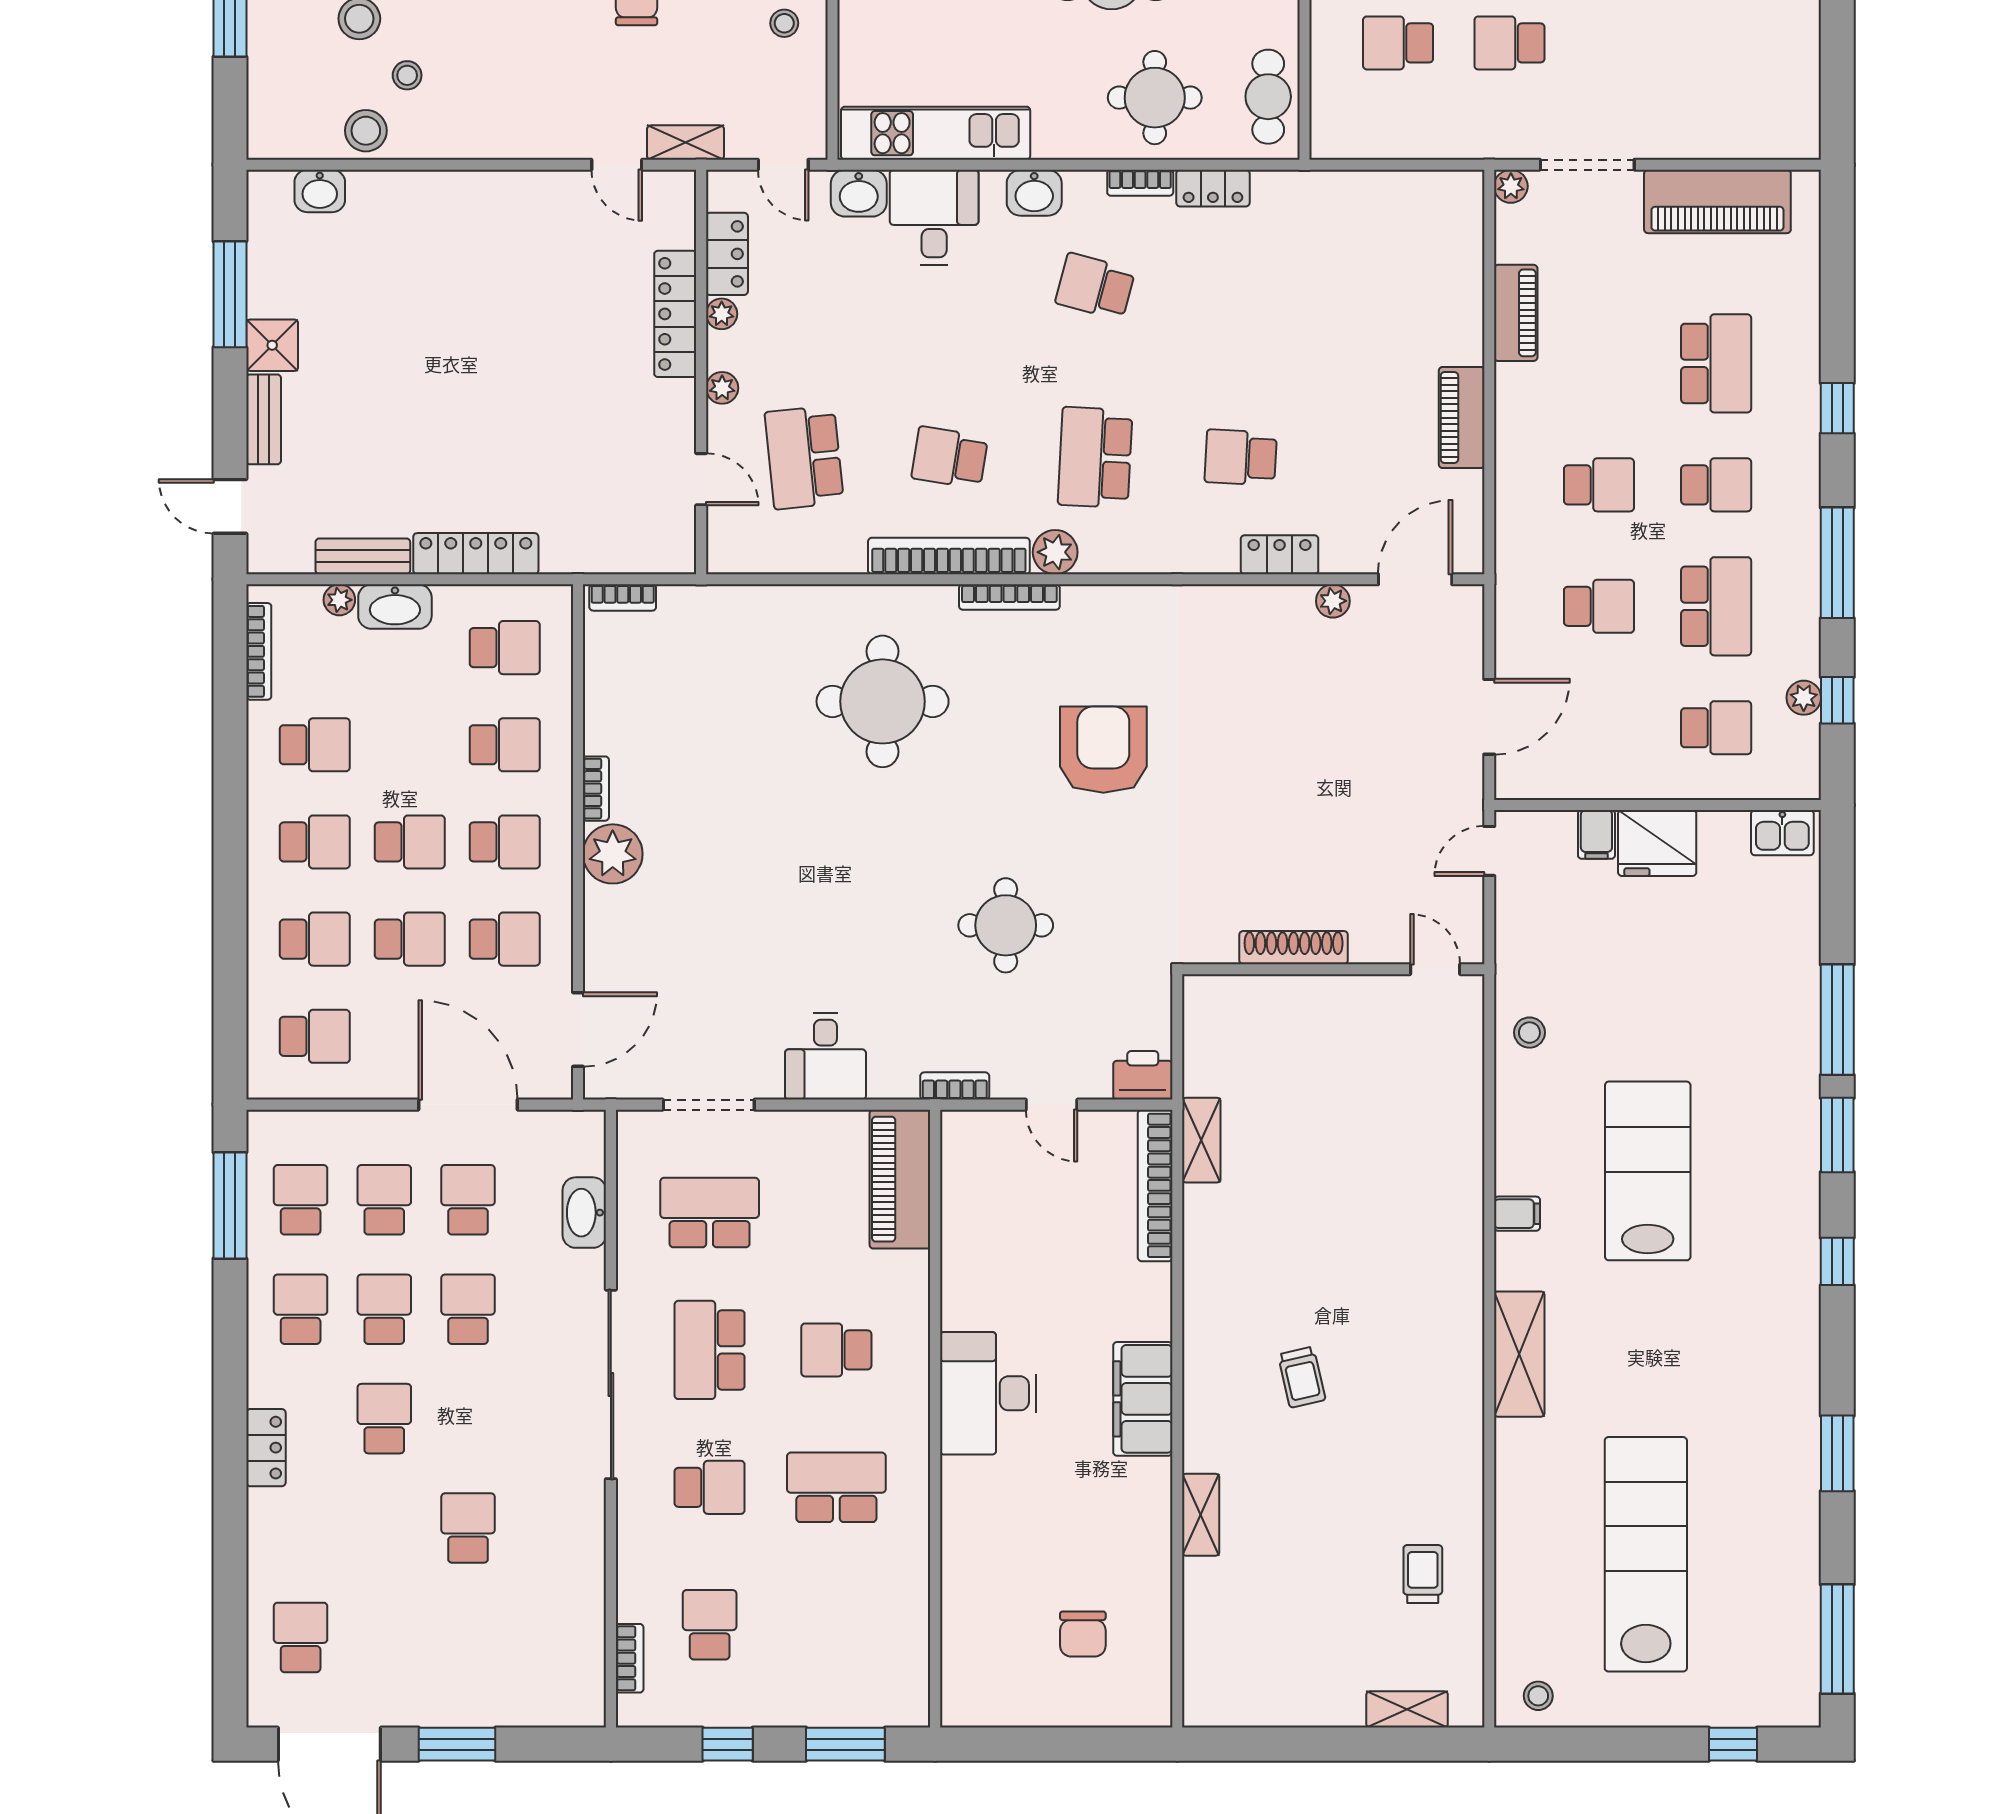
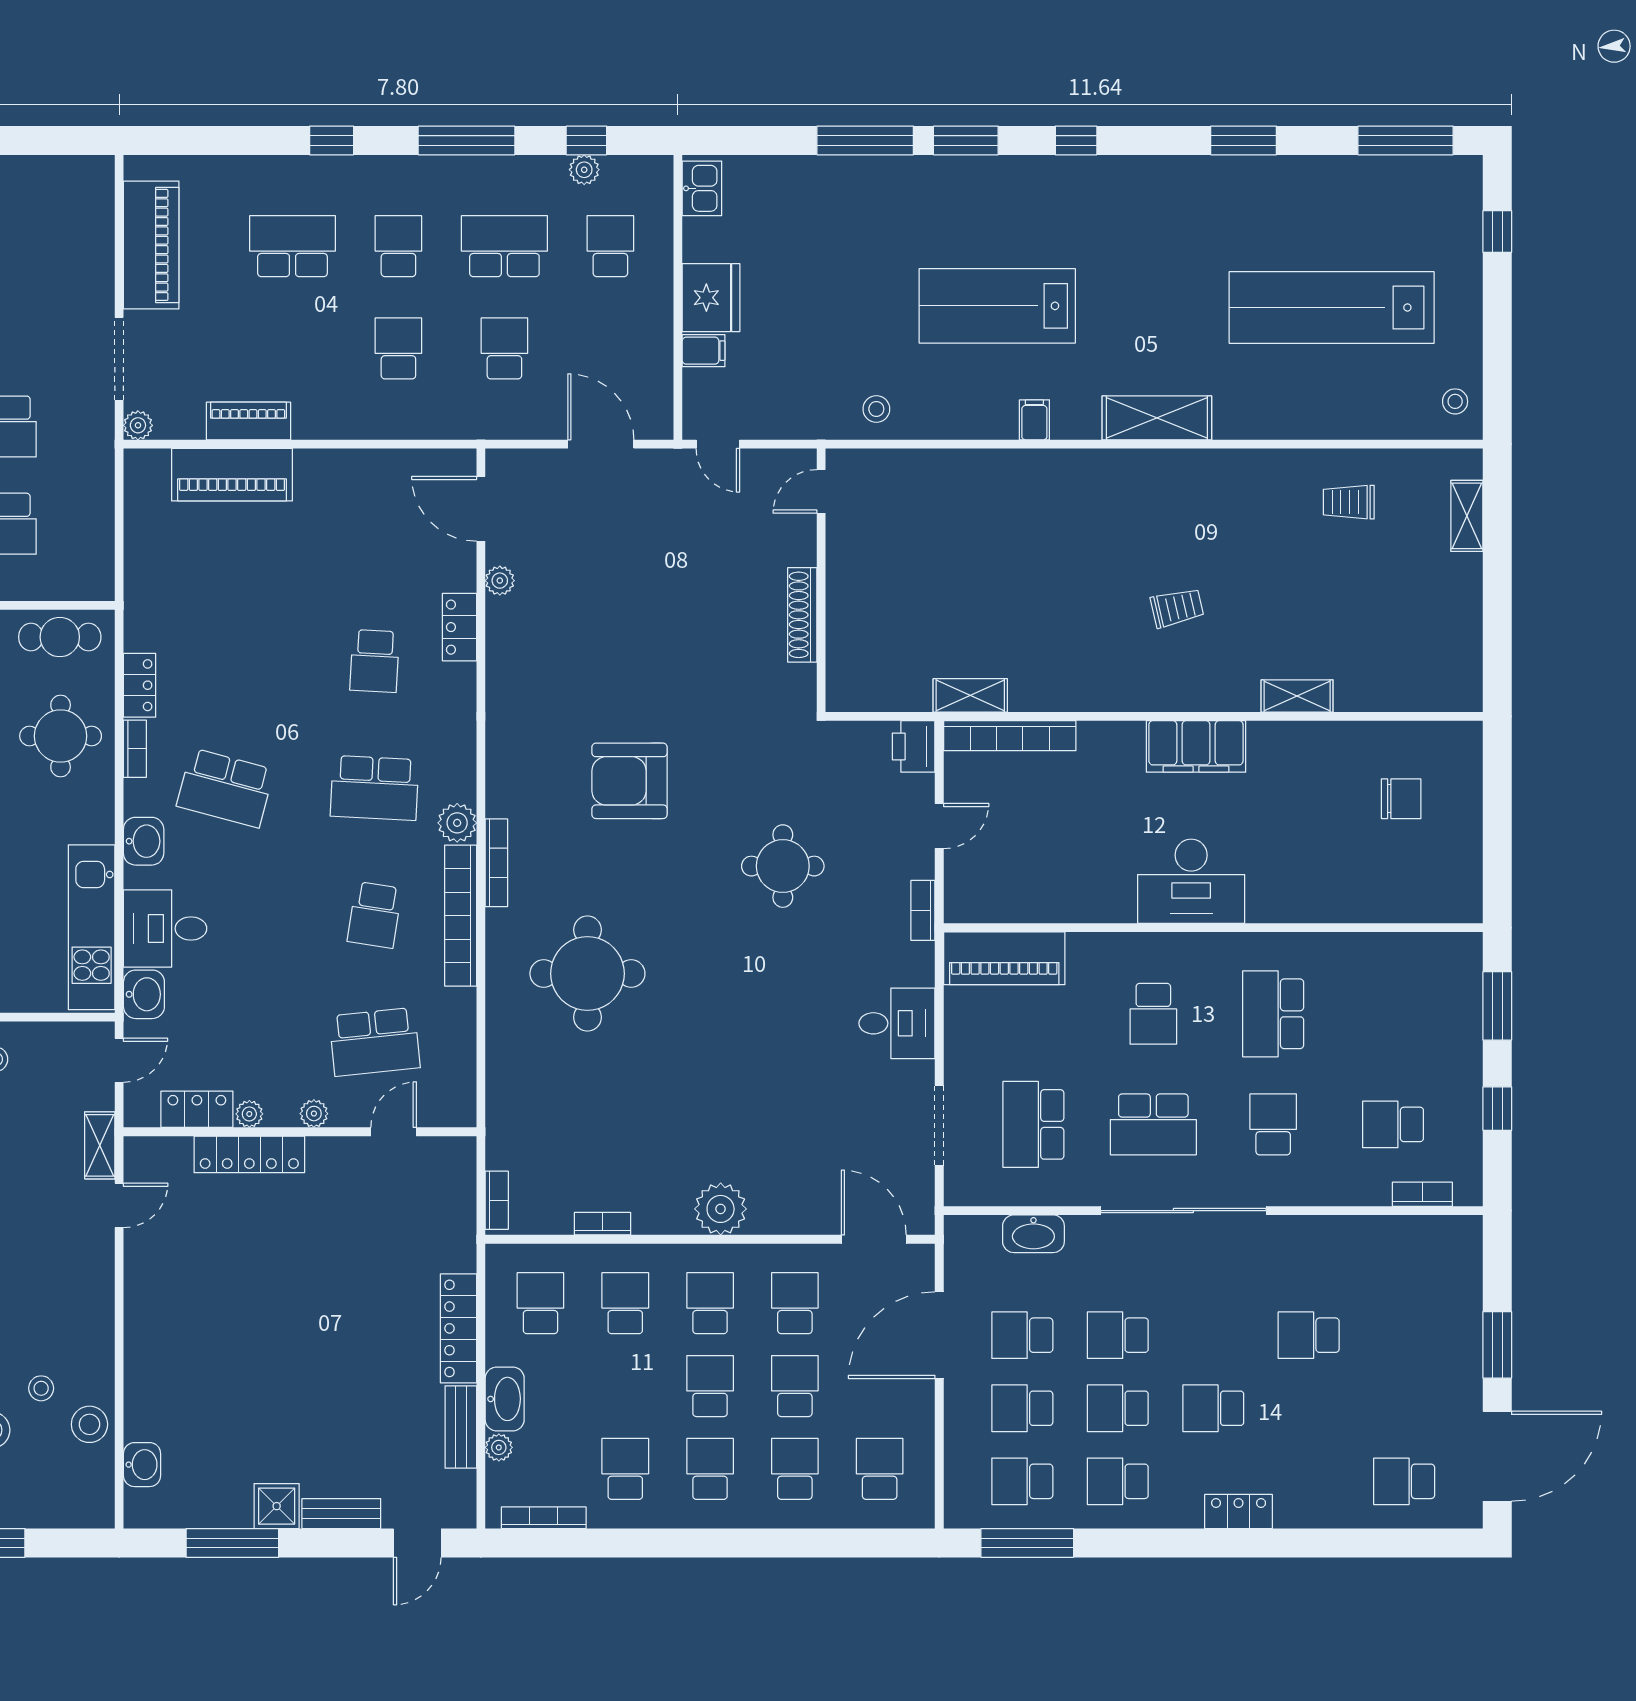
school desk: (1095, 286) -> (225, 788), width x1.85
piano: (1462, 418) -> (232, 475), moved, width x1.37, depth x1.33
bookcase: (596, 789) -> (603, 1224), moved

